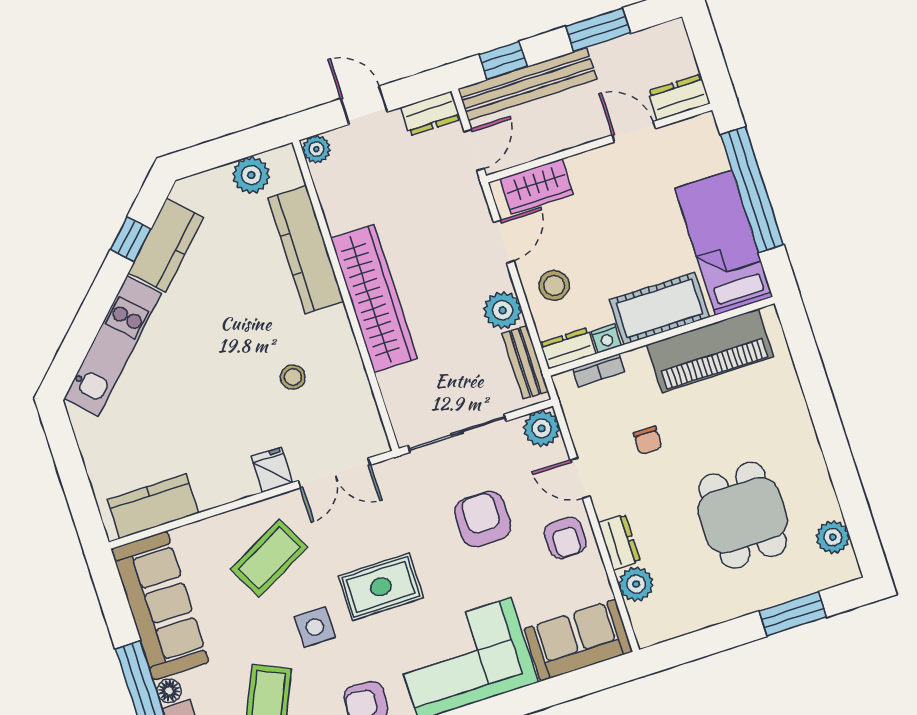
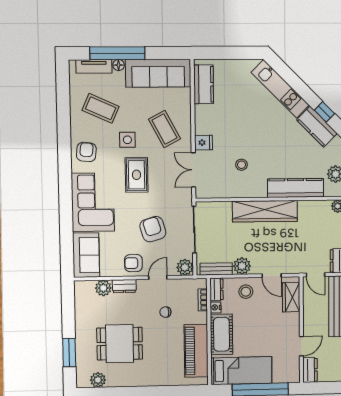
armchair: (483, 519) -> (153, 229), turned -107

